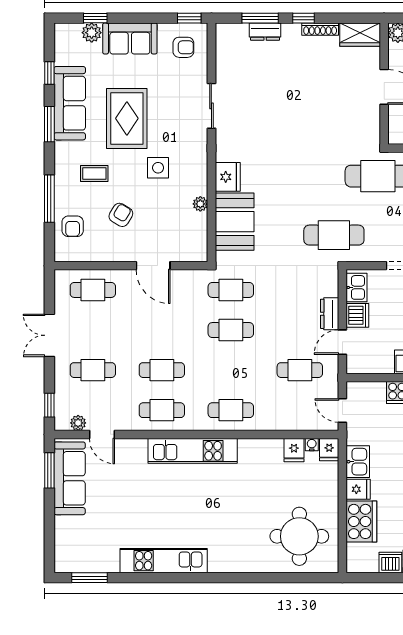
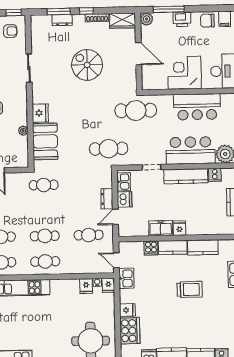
spiral stairs: (303, 103) -> (87, 65), added
cafe table: (231, 330) -> (45, 236), moved
kitchen sink: (358, 462) -> (126, 278), moved

